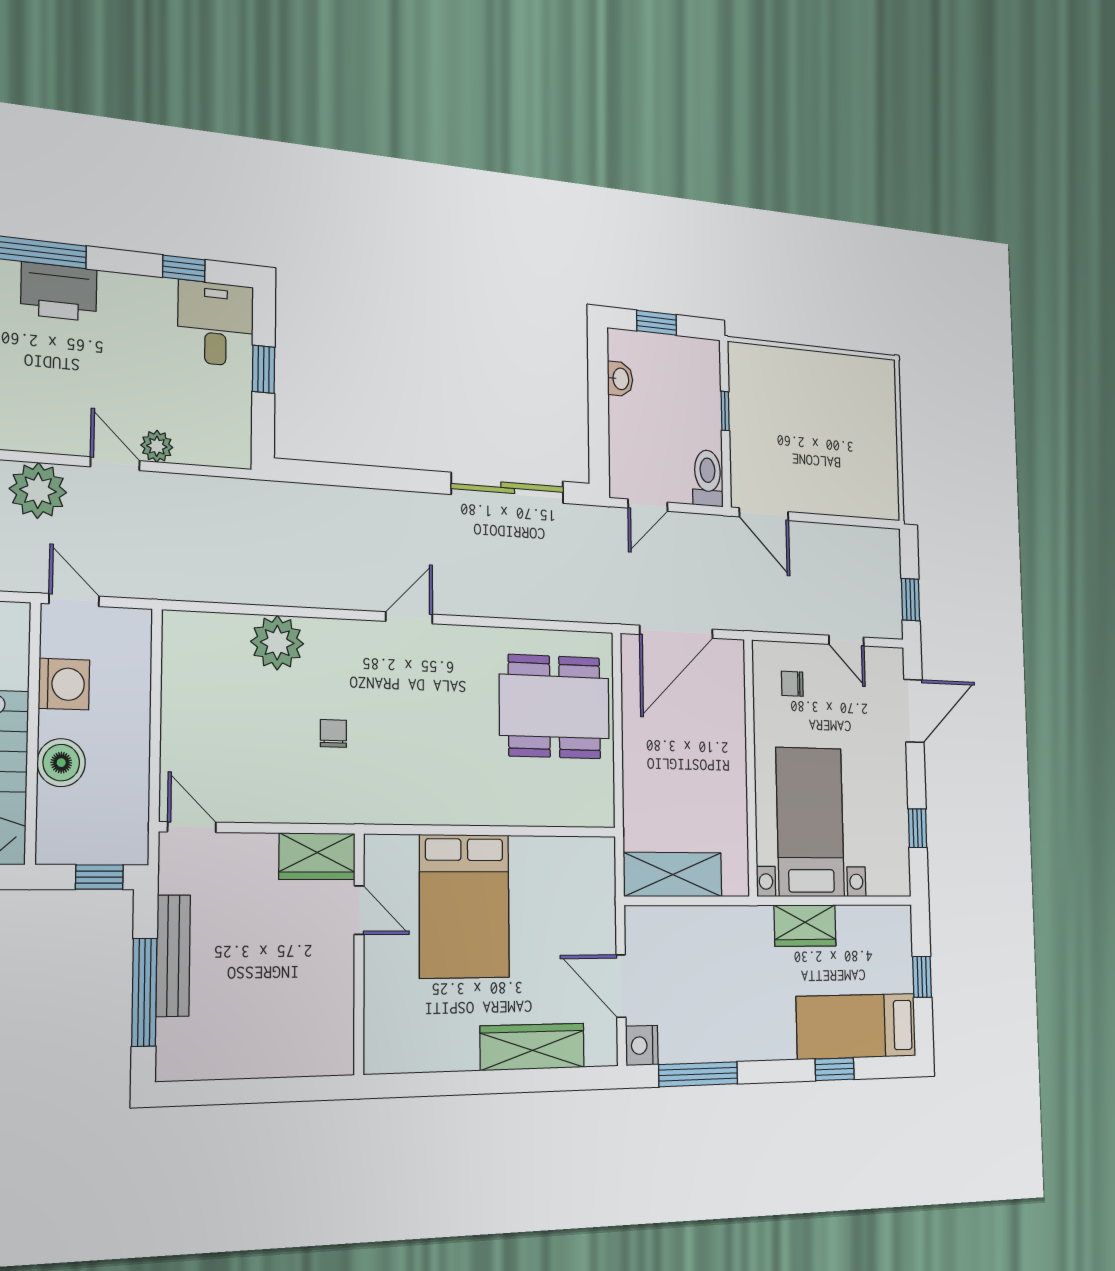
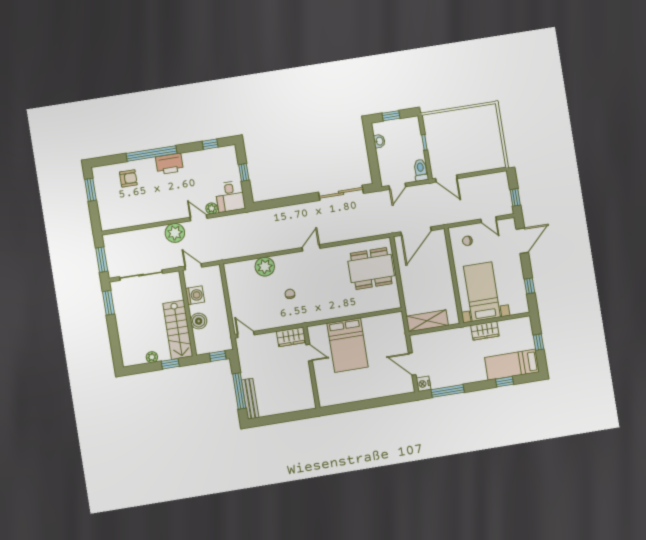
desk: (216, 324) -> (230, 197), moved, turned 180
bench: (173, 956) -> (250, 399), moved
wardrobe: (532, 1047) -> (381, 390), removed

